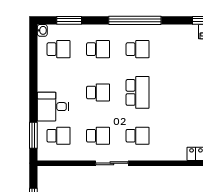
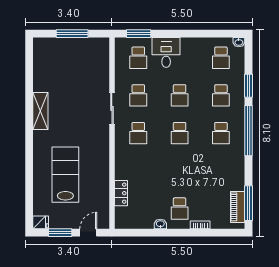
window: (69, 20) -> (248, 86), moved
school desk: (138, 92) -> (180, 133), width x0.54

